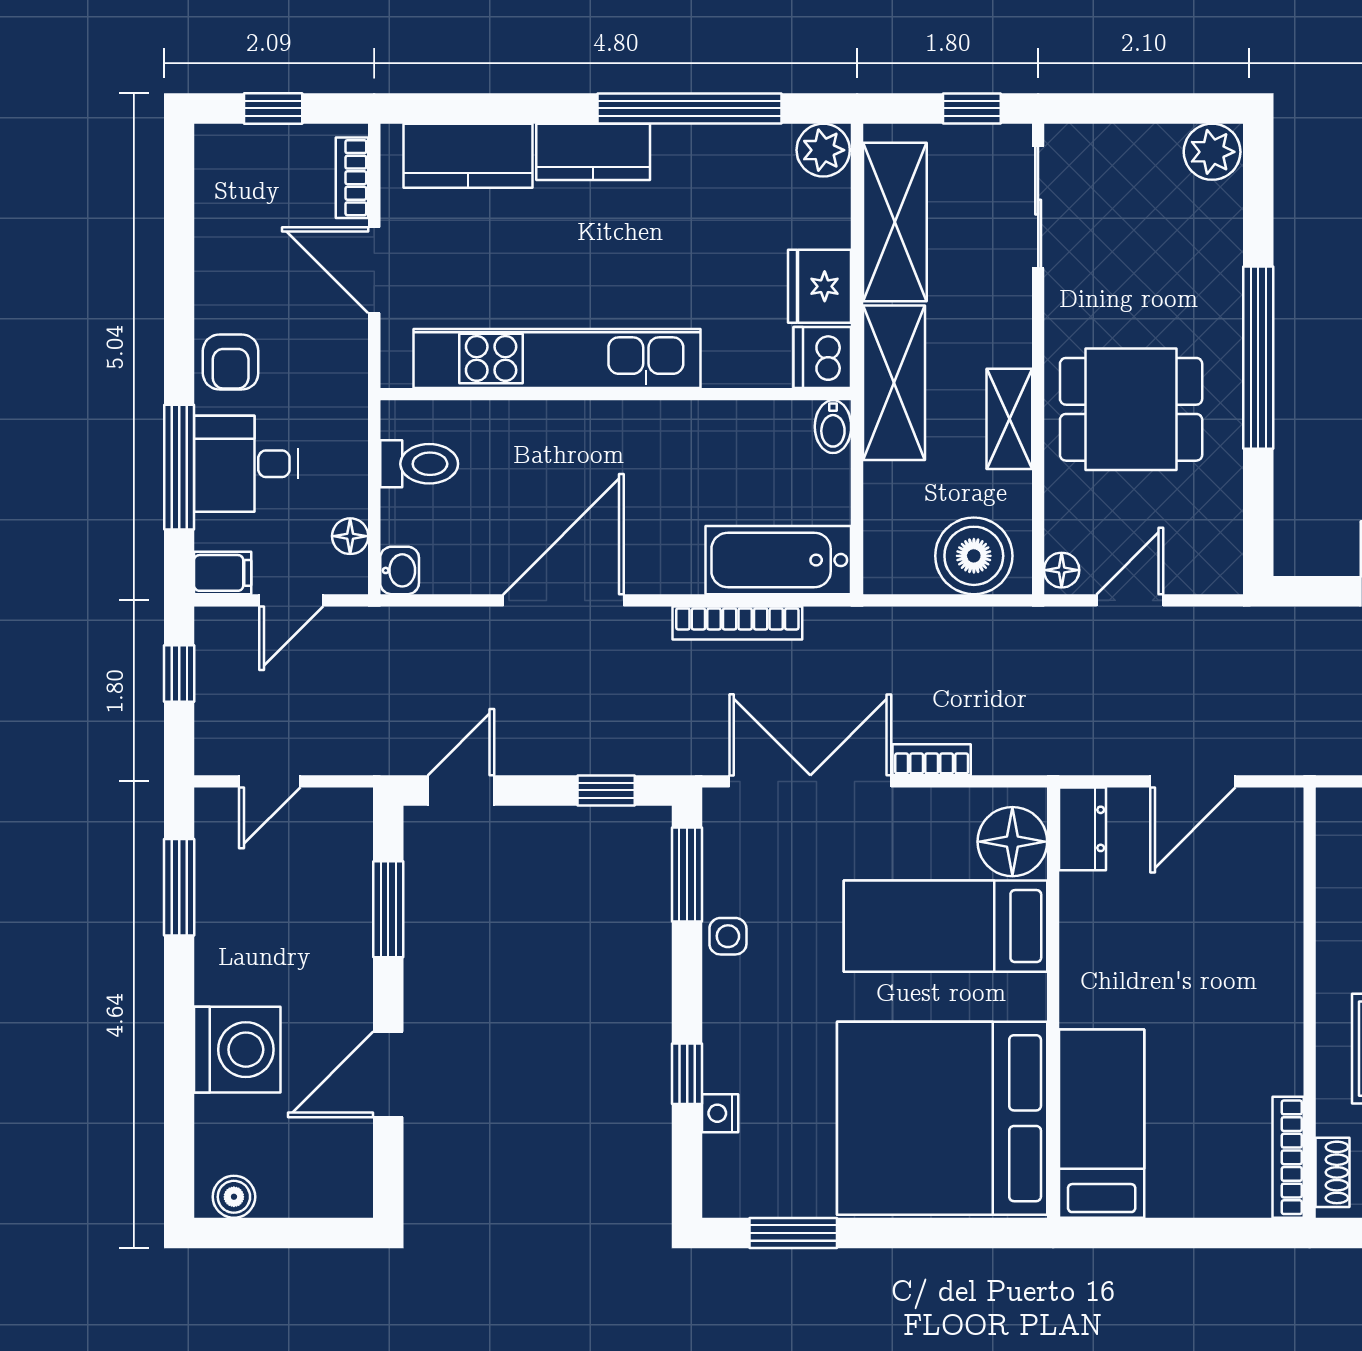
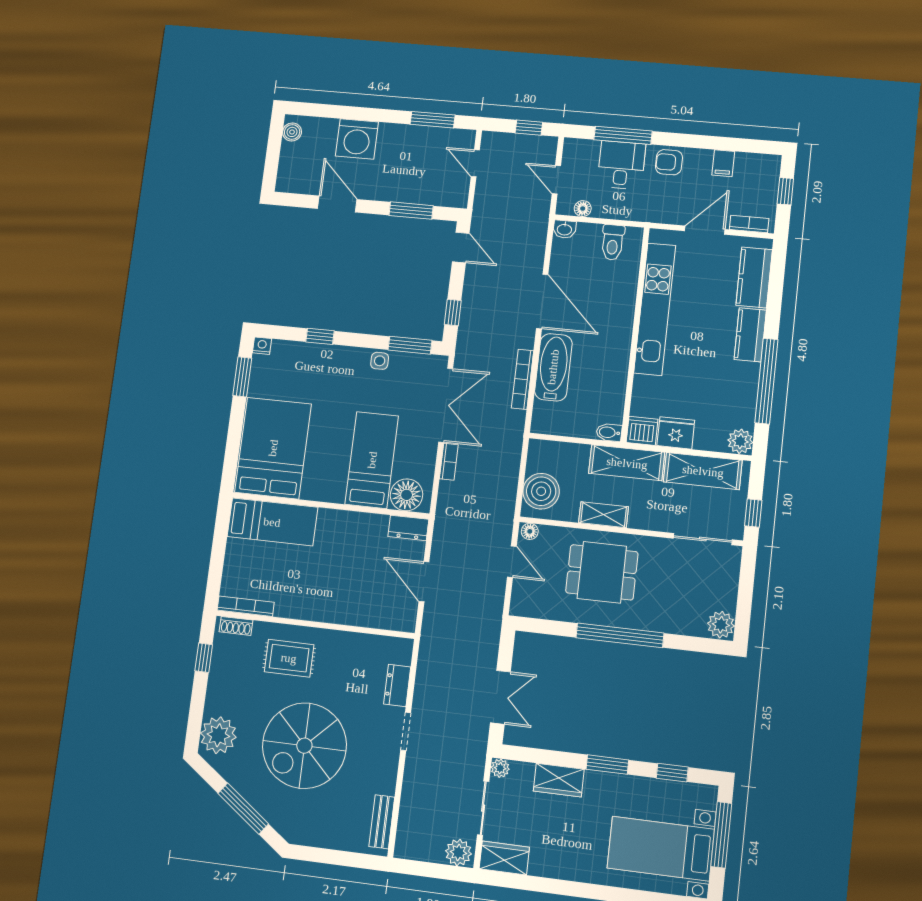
dining table: (1131, 409) -> (602, 572), turned 90
bathtub: (778, 560) -> (553, 367), moved
filing cabinet: (223, 573) -> (723, 163), moved
nightstand: (720, 1113) -> (262, 346), moved
bed: (942, 1118) -> (273, 448), width x0.73

